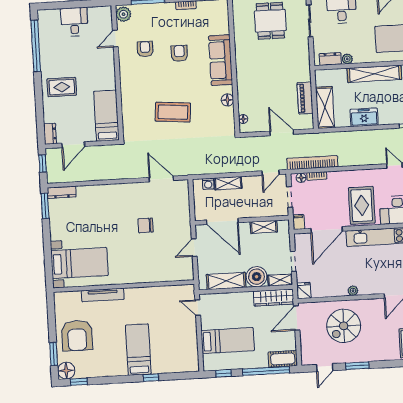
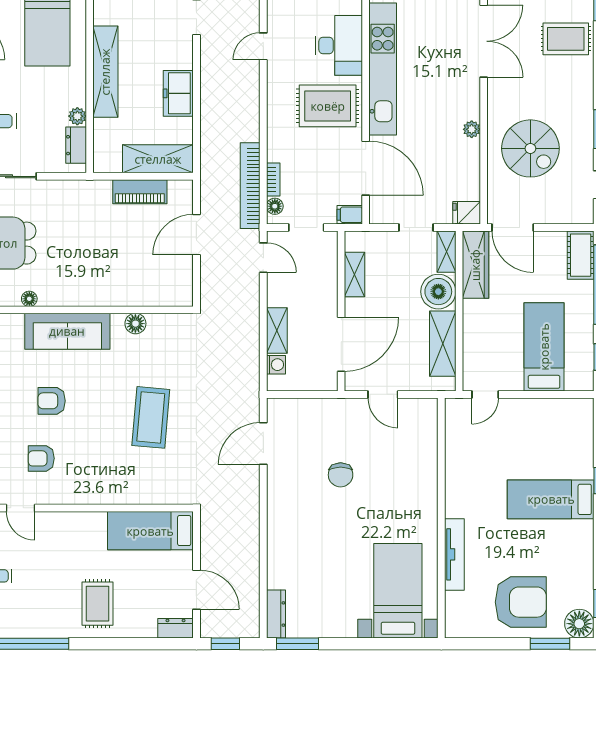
floor lamp: (243, 119) -> (29, 299), moved

